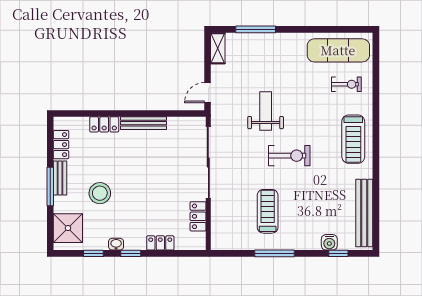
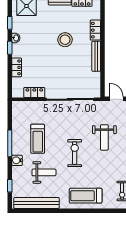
weight bench: (266, 111) -> (104, 137), turned 90
exercise bike: (289, 156) -> (75, 153), turned 180
stool: (100, 193) -> (65, 40), moved
weight bench: (318, 202) -> (44, 172), added
treadmill: (268, 211) -> (38, 139), turned 90
water cooler: (329, 242) -> (17, 160), moved

